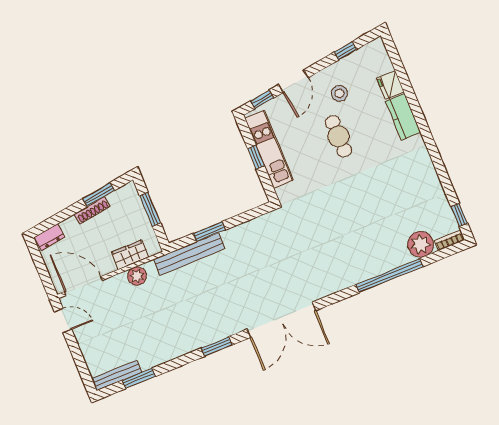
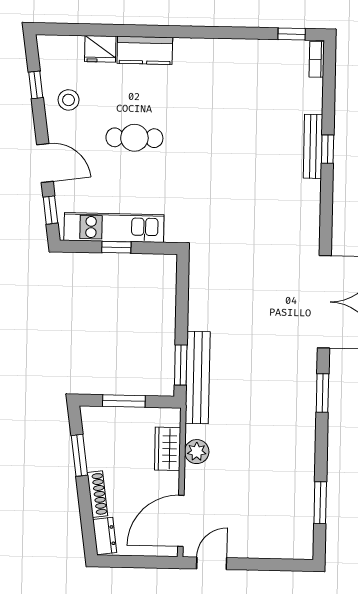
stool: (339, 93) -> (69, 100), moved
shoe rack: (92, 210) -> (97, 494), moved
window: (209, 232) -> (181, 365), moved
plant: (421, 244) -> (306, 96), removed
window: (389, 276) -> (328, 149), width x0.32
bench: (117, 375) -> (313, 146), moved

